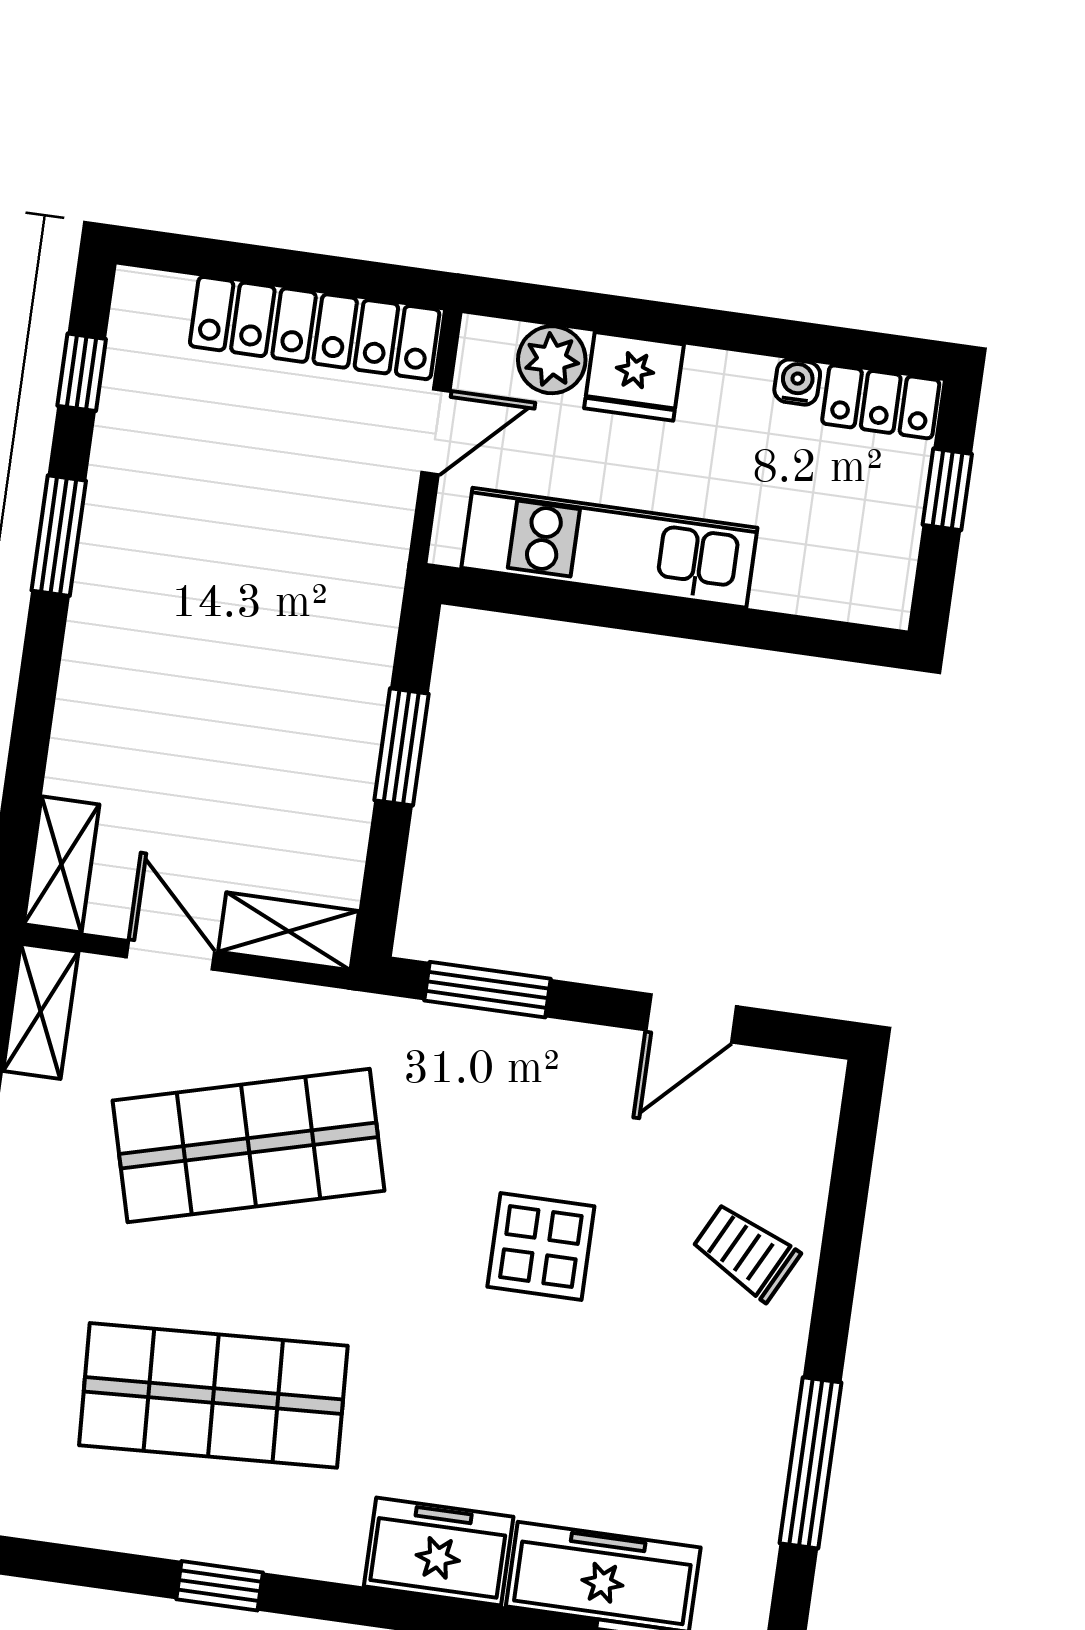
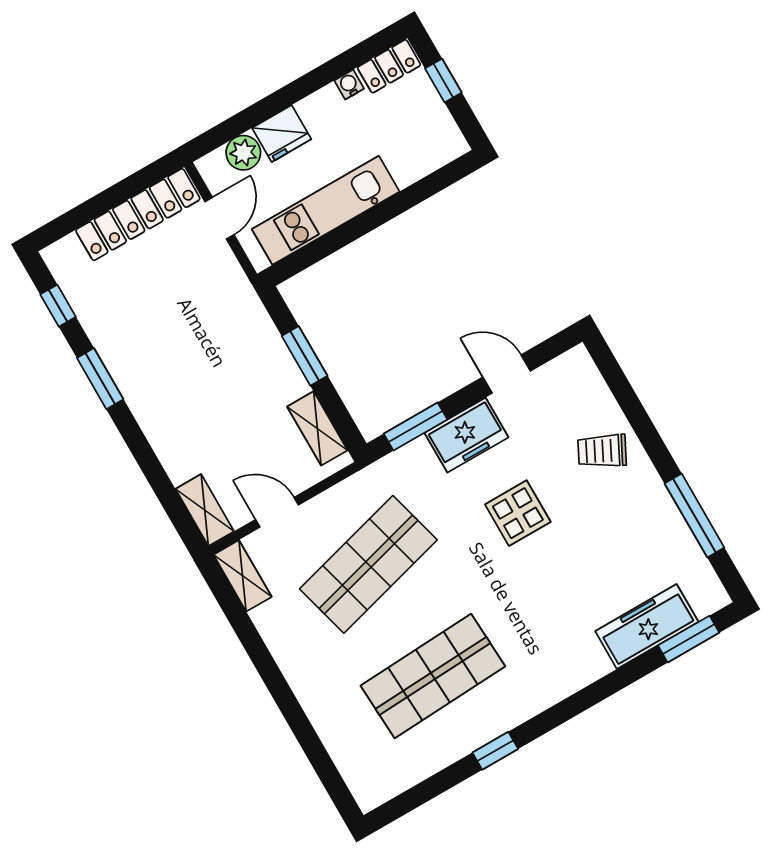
shelving: (288, 931) -> (317, 428), moved, turned 90
door: (691, 1018) -> (507, 374), swing flipped
freezer: (439, 1552) -> (466, 435), moved, turned 180

